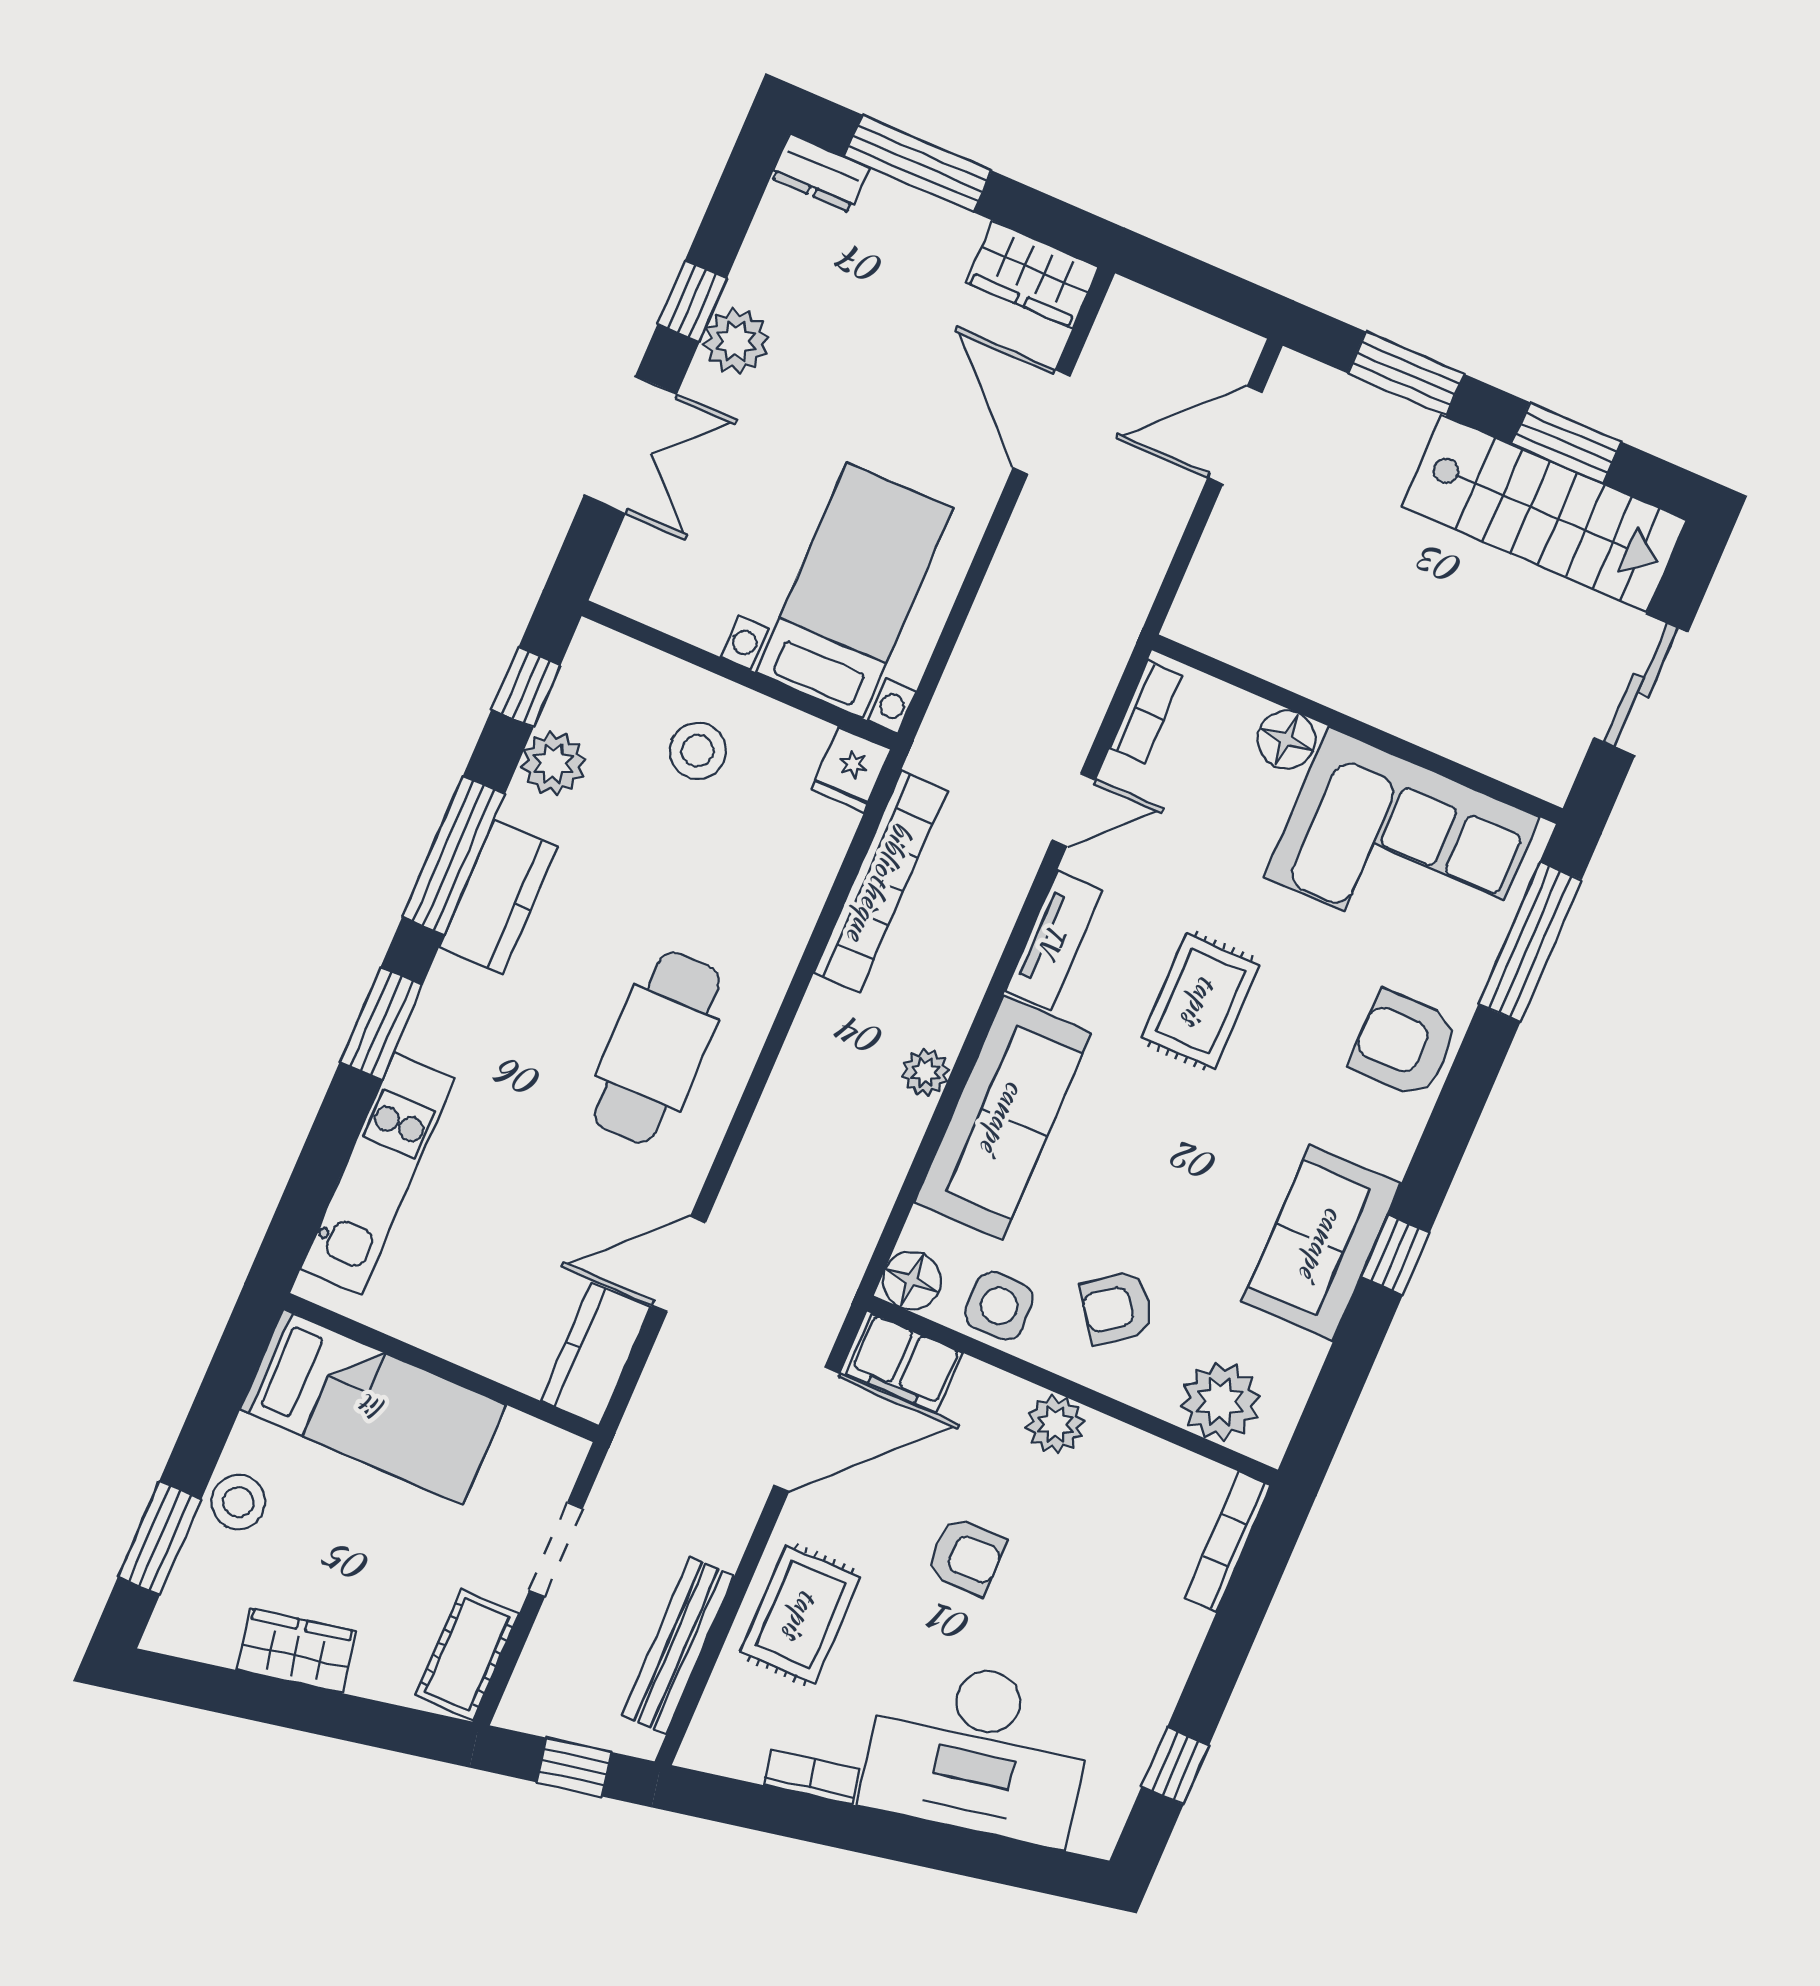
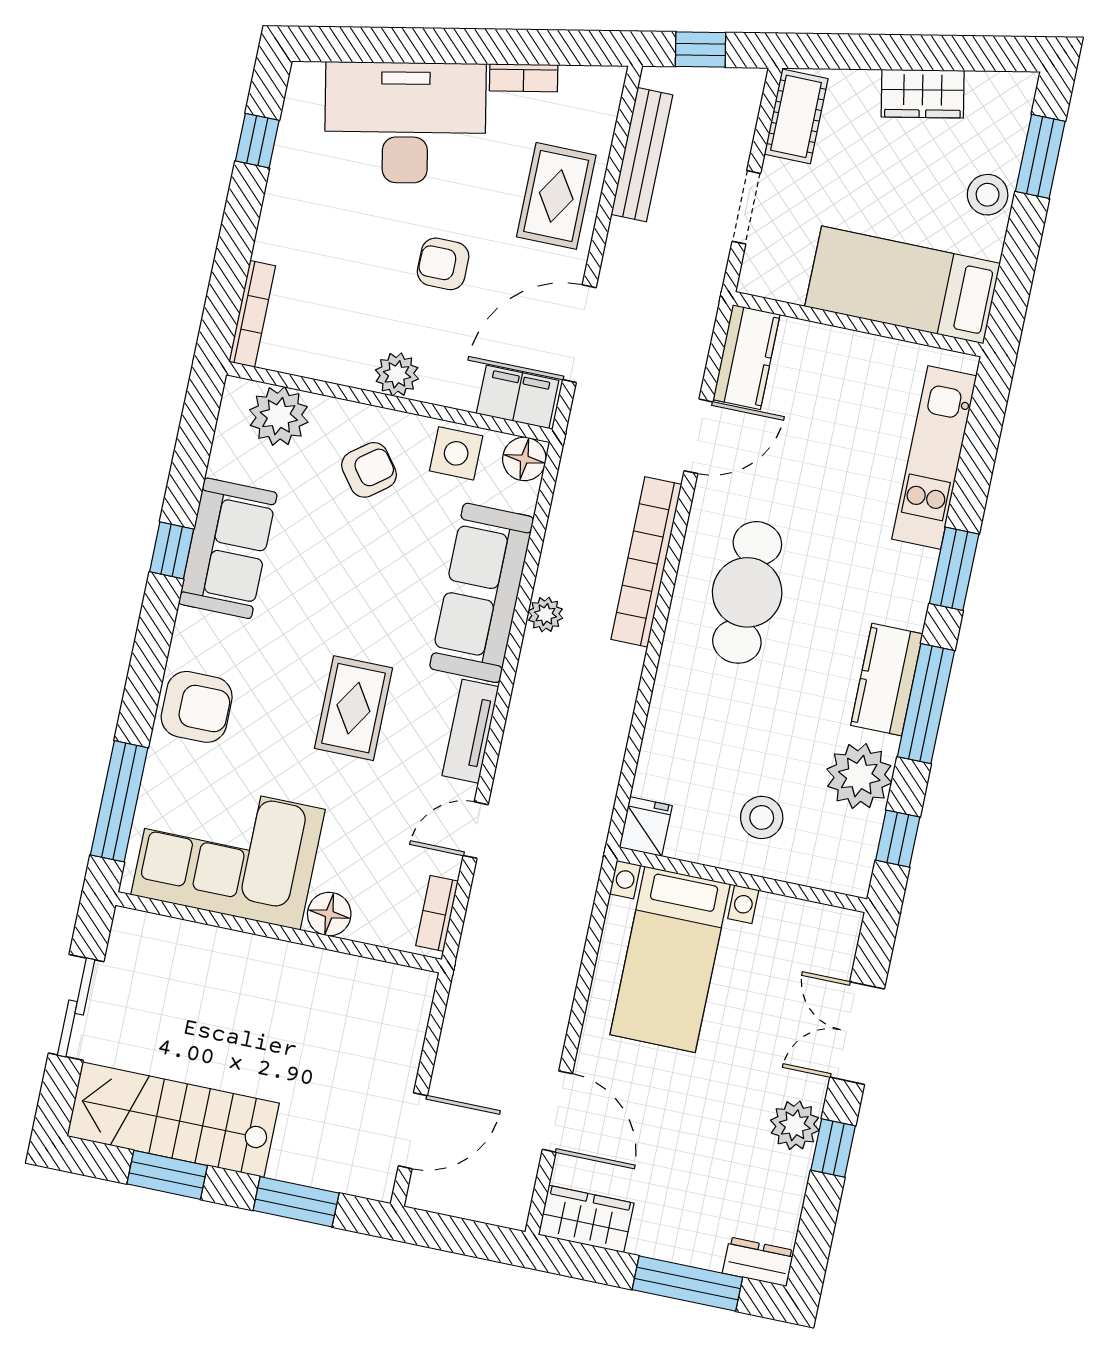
plant: (553, 763) -> (859, 776), width x1.36, depth x1.36
bookcase: (880, 882) -> (646, 562), moved

